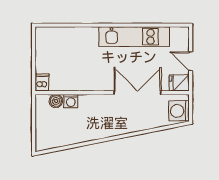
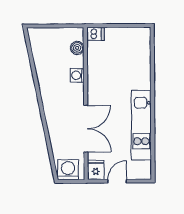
washing machine: (71, 101) -> (77, 75), moved

